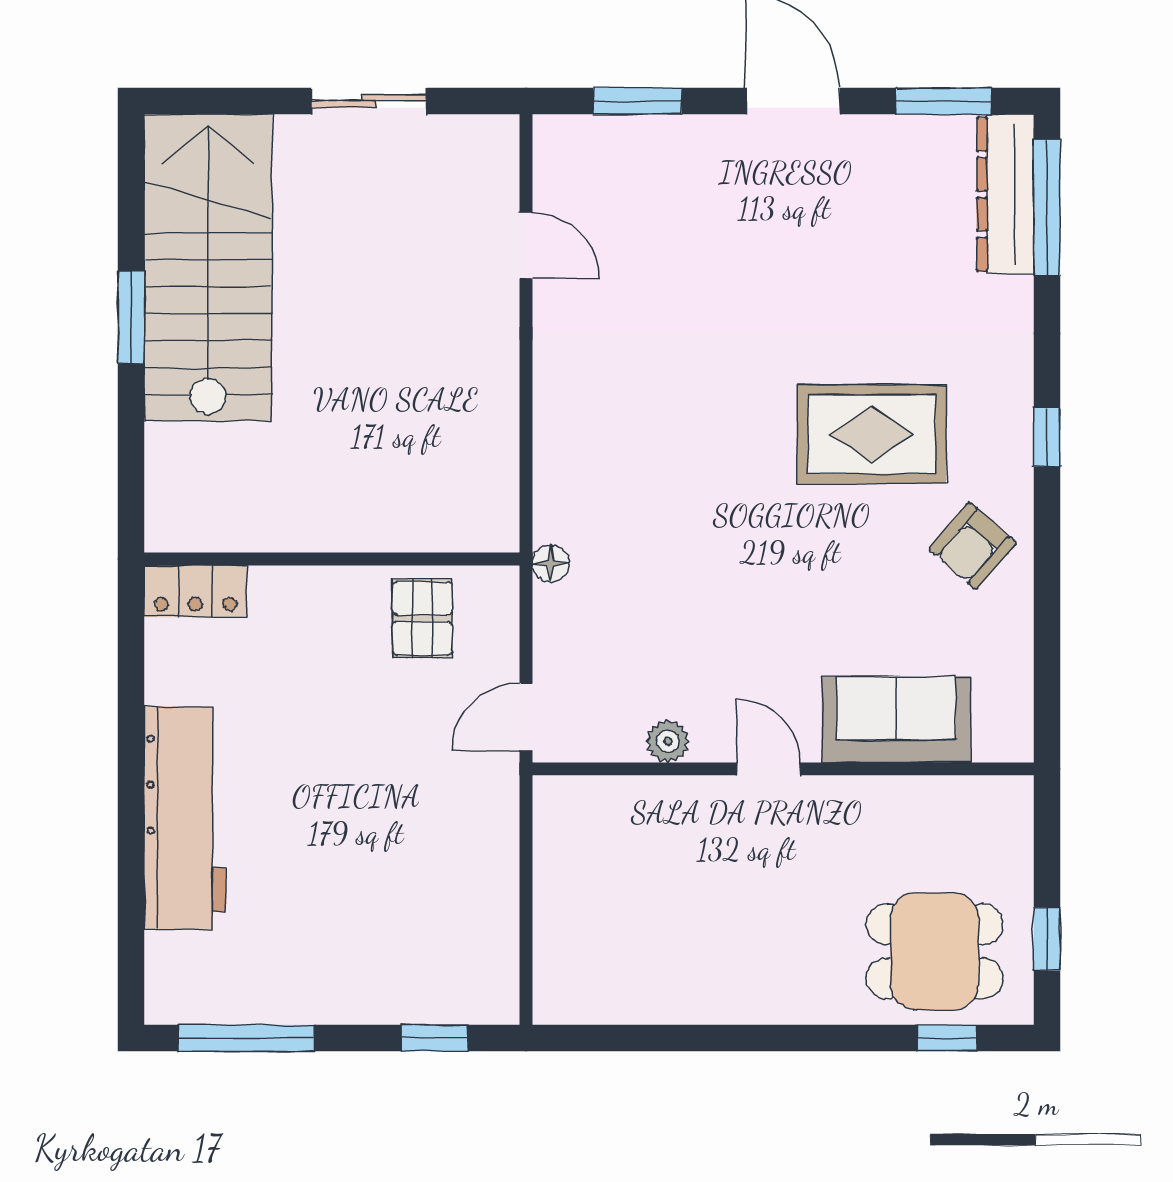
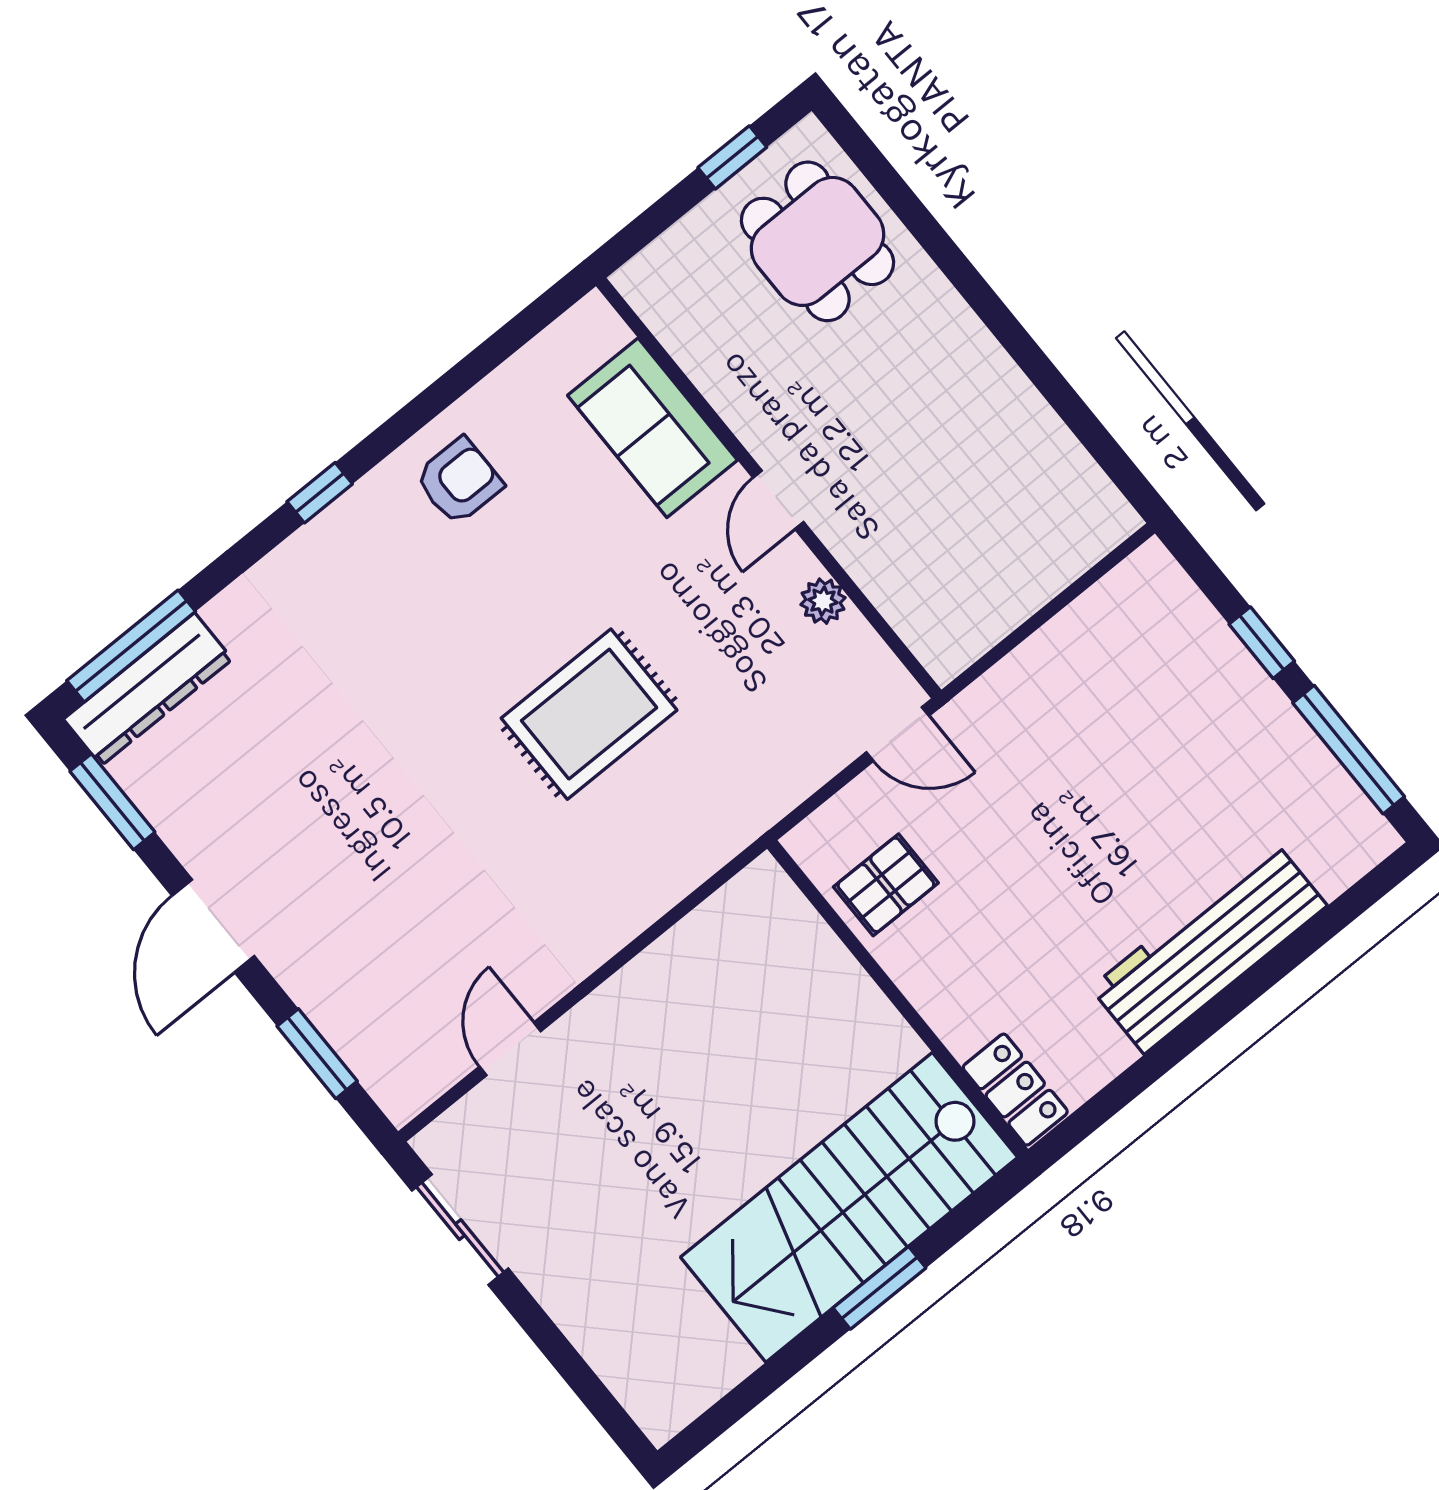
sliding door: (369, 101) -> (460, 1230), moved
stairs: (208, 268) -> (849, 1207), moved
window: (131, 317) -> (879, 1288), moved
rug: (872, 434) -> (589, 714), moved, turned 90
armchair: (973, 546) -> (459, 481), turned -41
floor lamp: (551, 563) -> (755, 816), removed
window: (435, 1038) -> (1262, 643), moved
window: (947, 1038) -> (880, 173), removed

